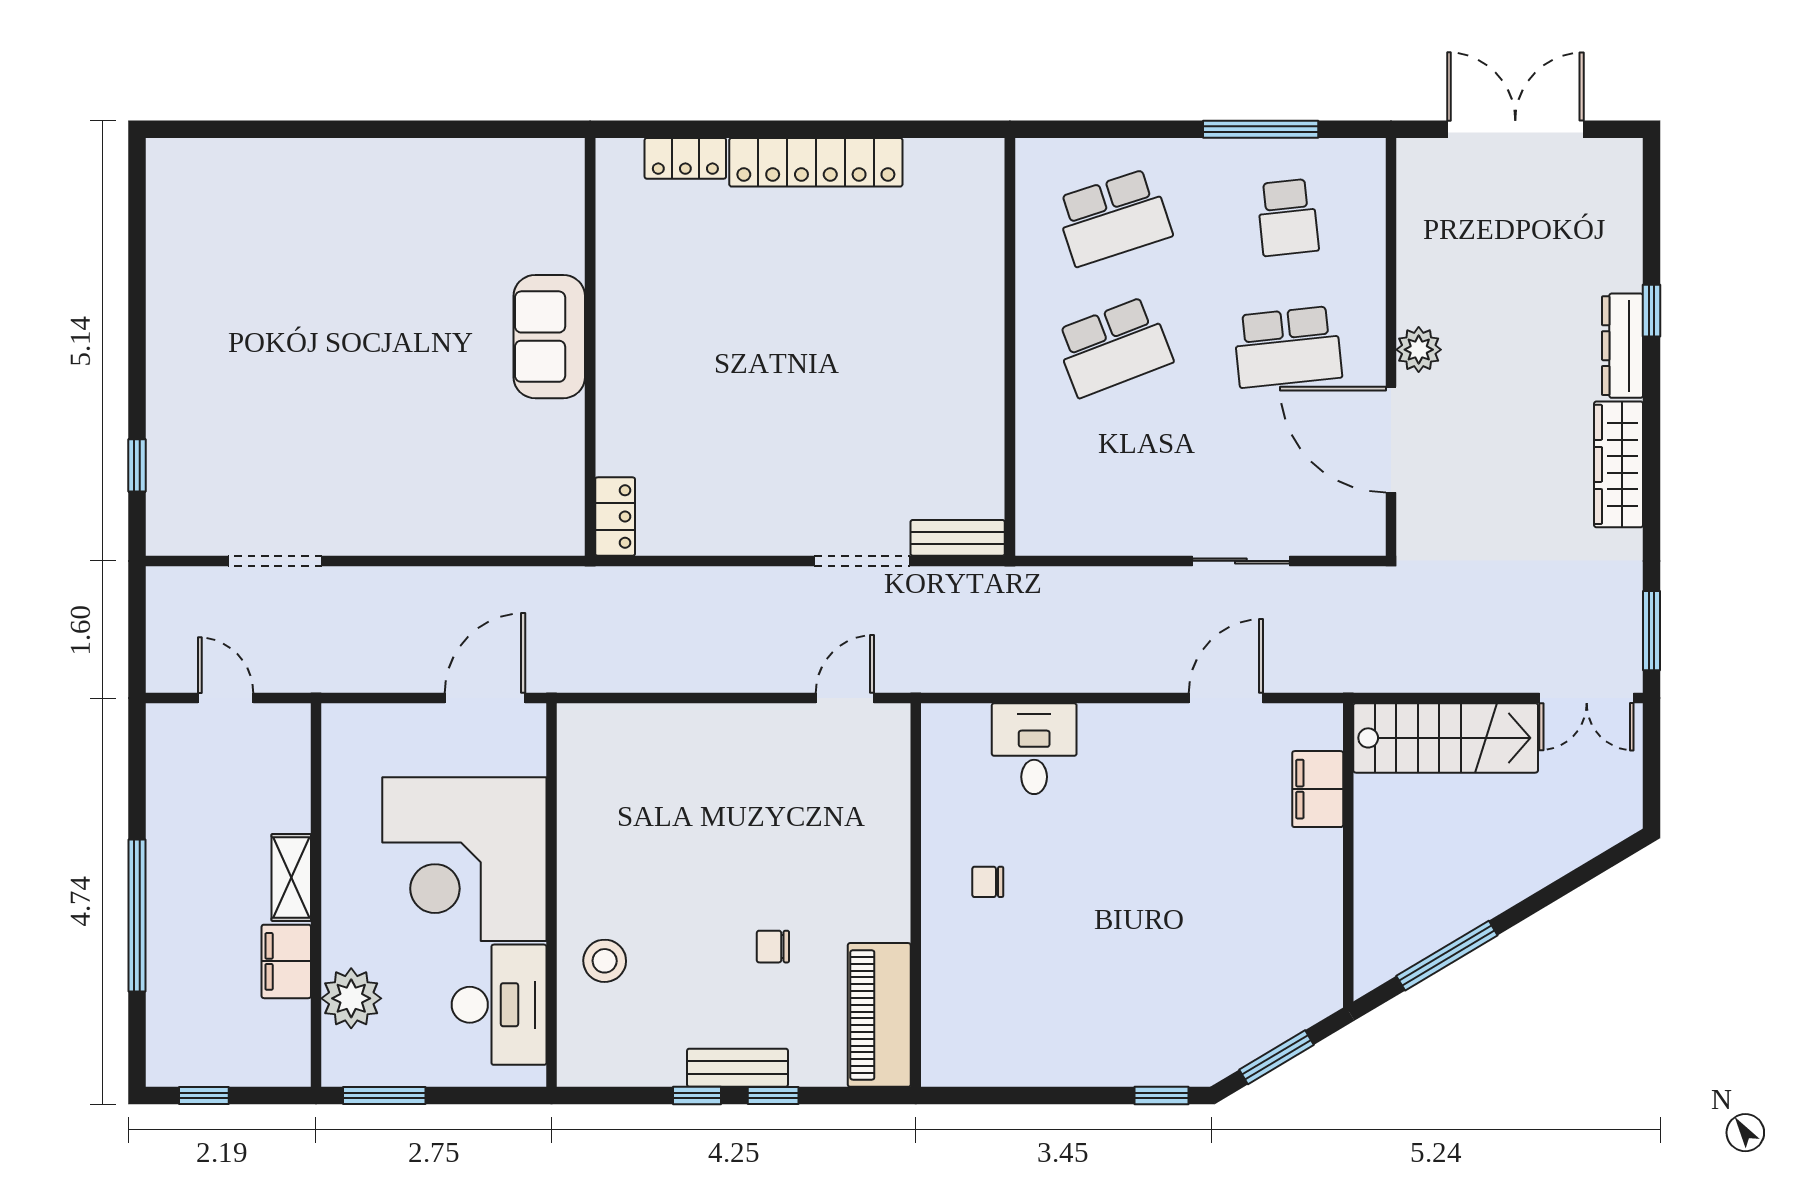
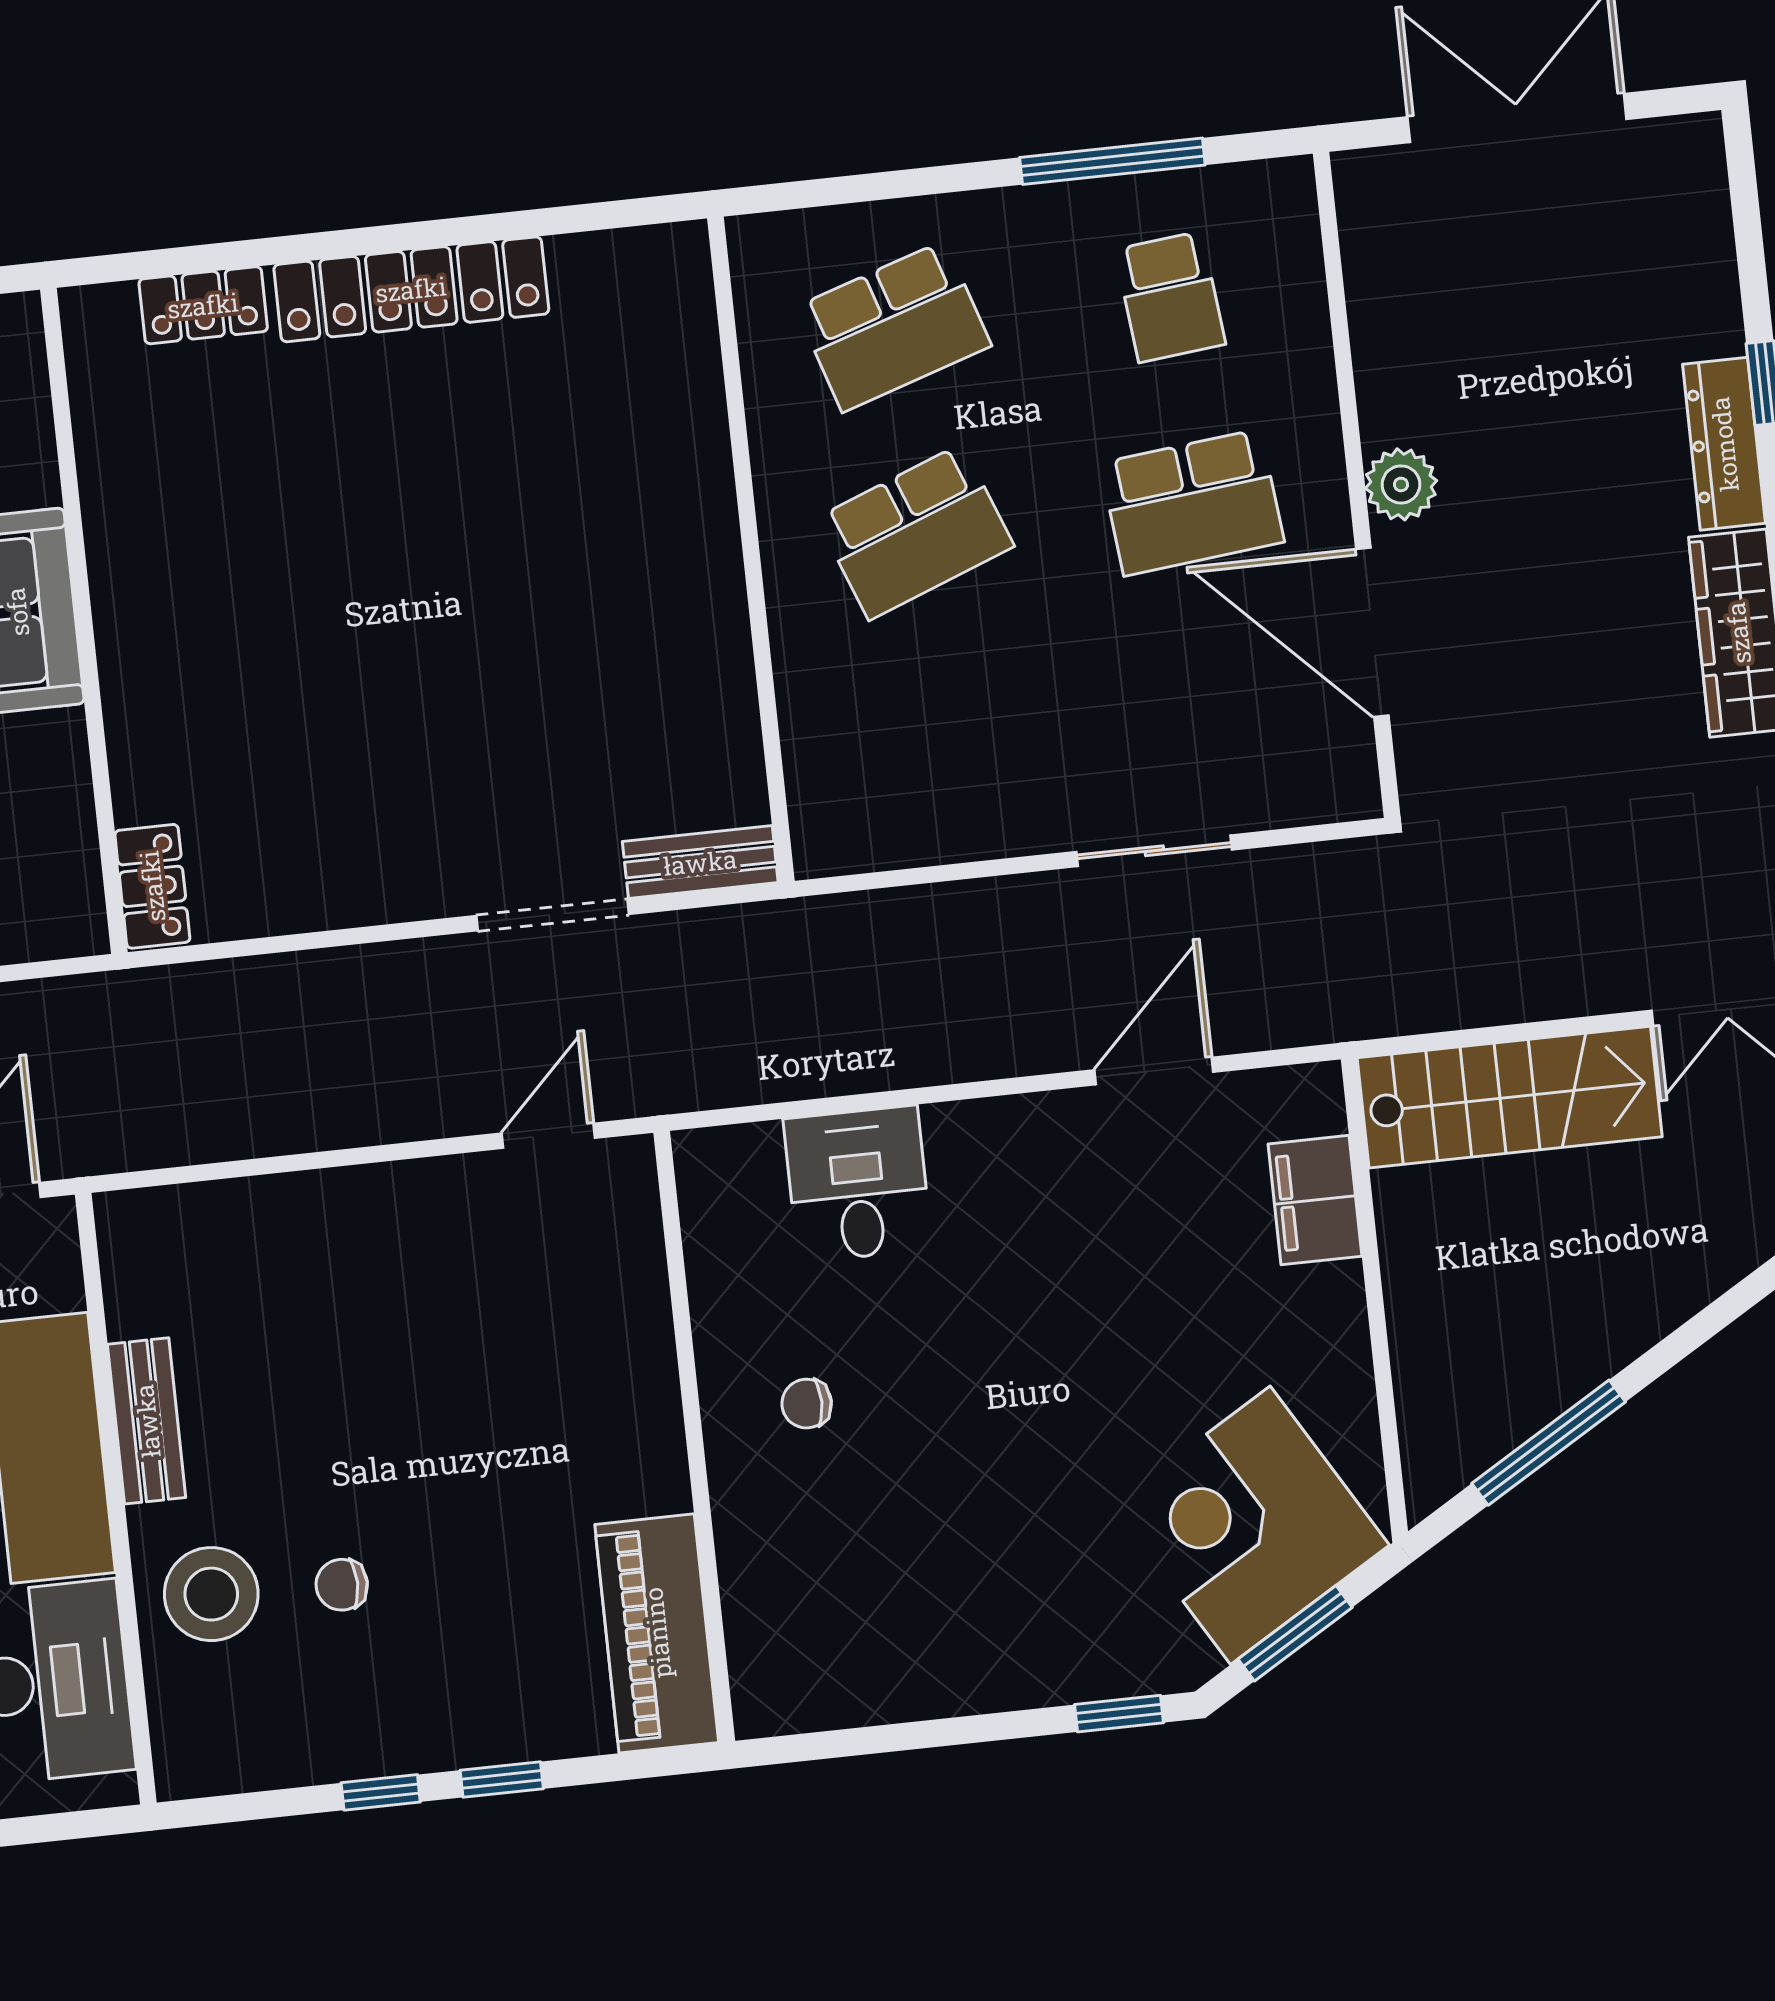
chair: (773, 947) -> (342, 1585), moved
stool: (605, 961) -> (211, 1594), width x1.38, depth x1.38
corner desk: (1256, 987) -> (1250, 1525), added
bench: (738, 1068) -> (147, 1421), moved, turned 90

